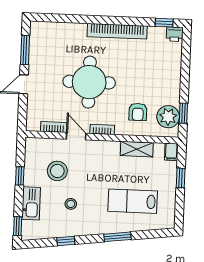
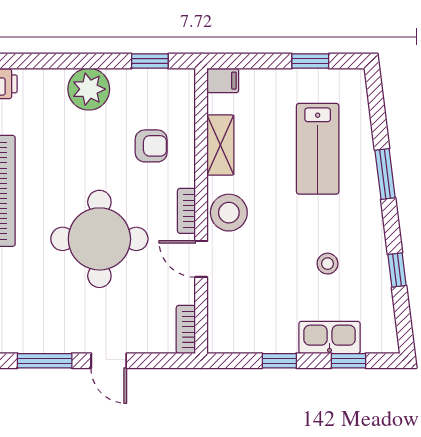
plant: (168, 117) -> (89, 89), moved
bookcase: (54, 127) -> (186, 330), moved
door: (76, 136) -> (201, 259), hinge flipped
stool: (57, 171) -> (229, 213), moved
window: (181, 178) -> (310, 61), moved
window: (18, 226) -> (349, 361), moved

